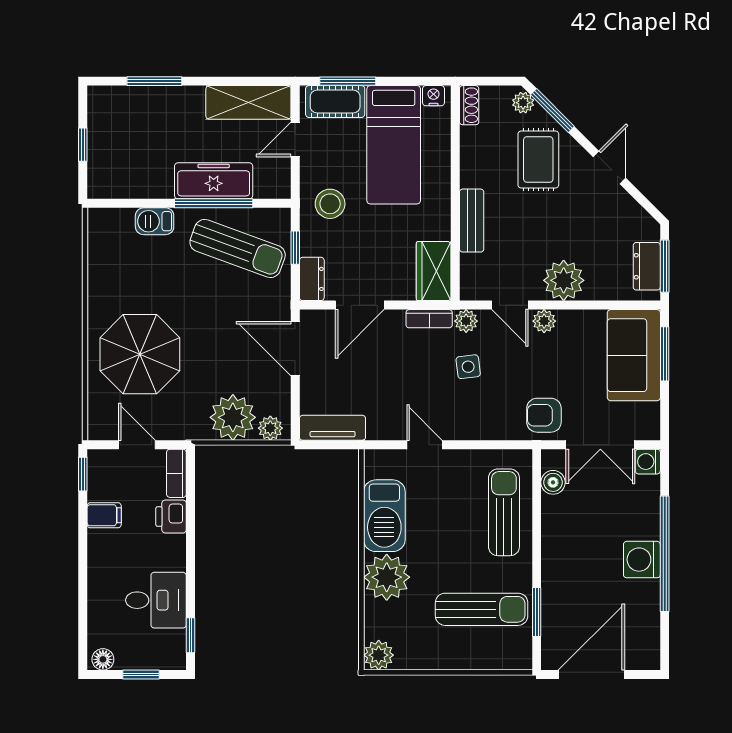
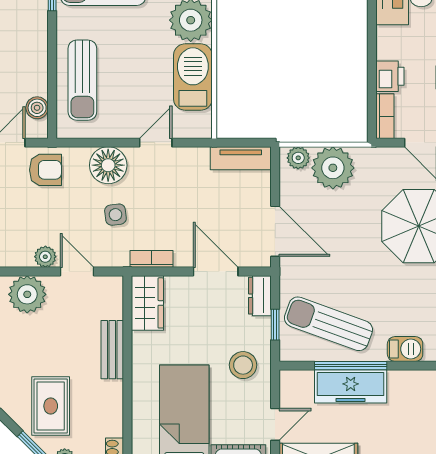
door: (360, 305) -> (216, 272), hinge flipped
plant: (466, 321) -> (117, 257), removed
floor lamp: (476, 420) -> (108, 165), added
door: (424, 445) -> (156, 143), swing flipped

